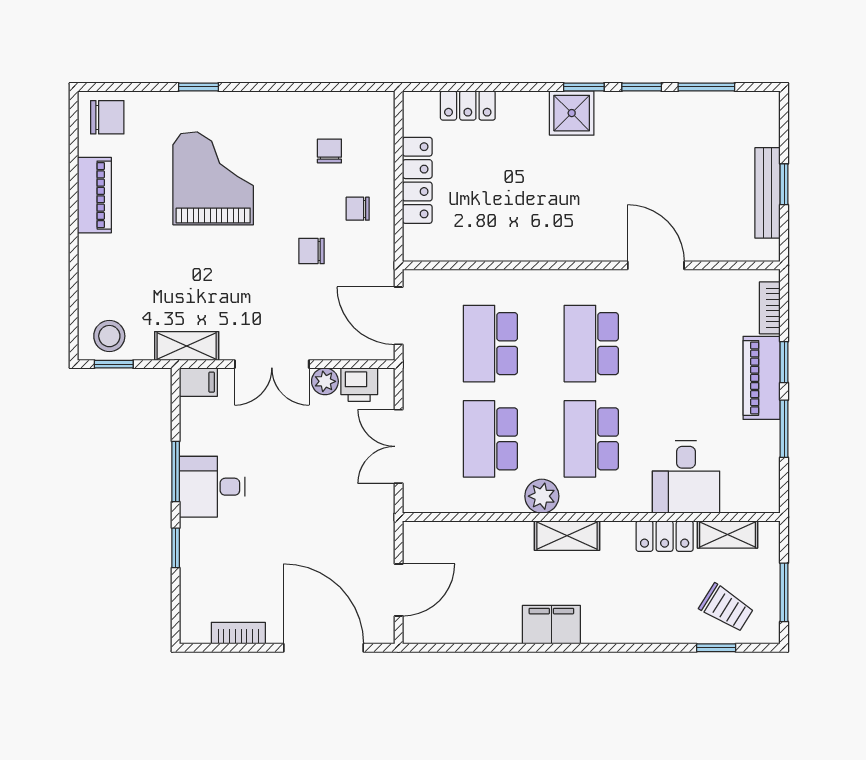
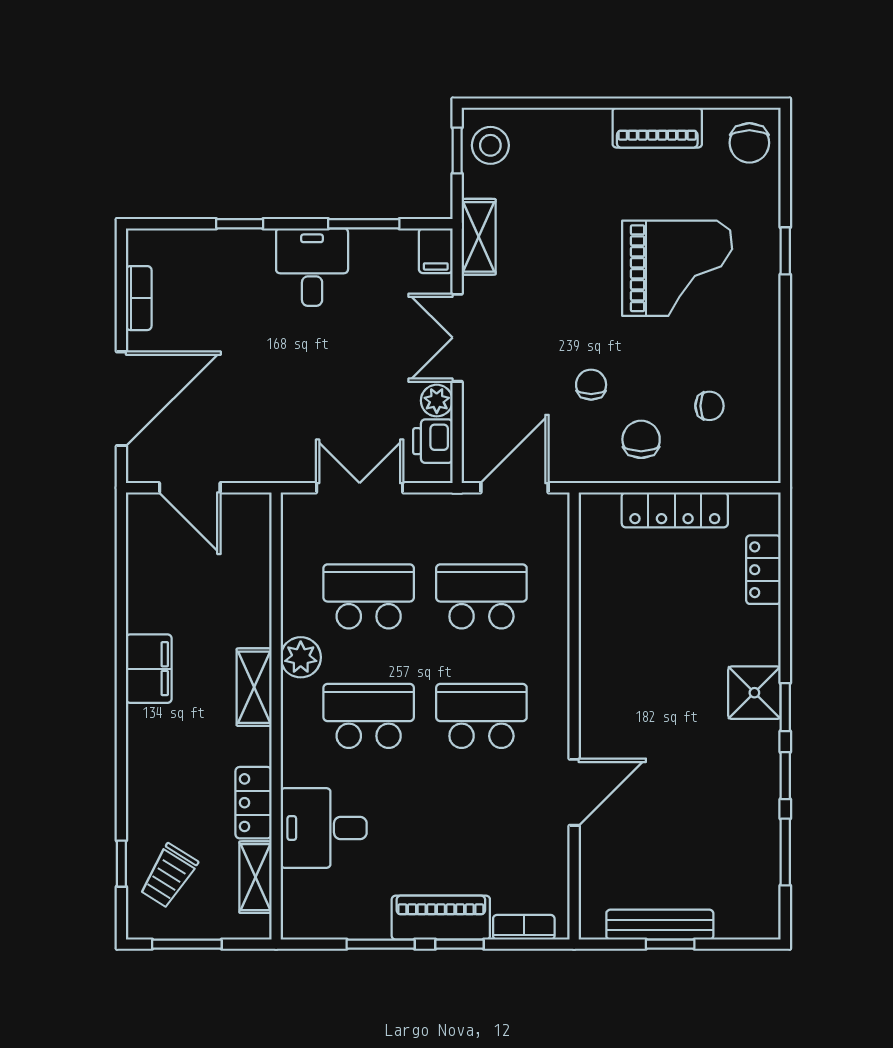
chair: (358, 209) -> (641, 439), width x1.37, depth x1.37
window: (176, 471) -> (364, 224), moved

